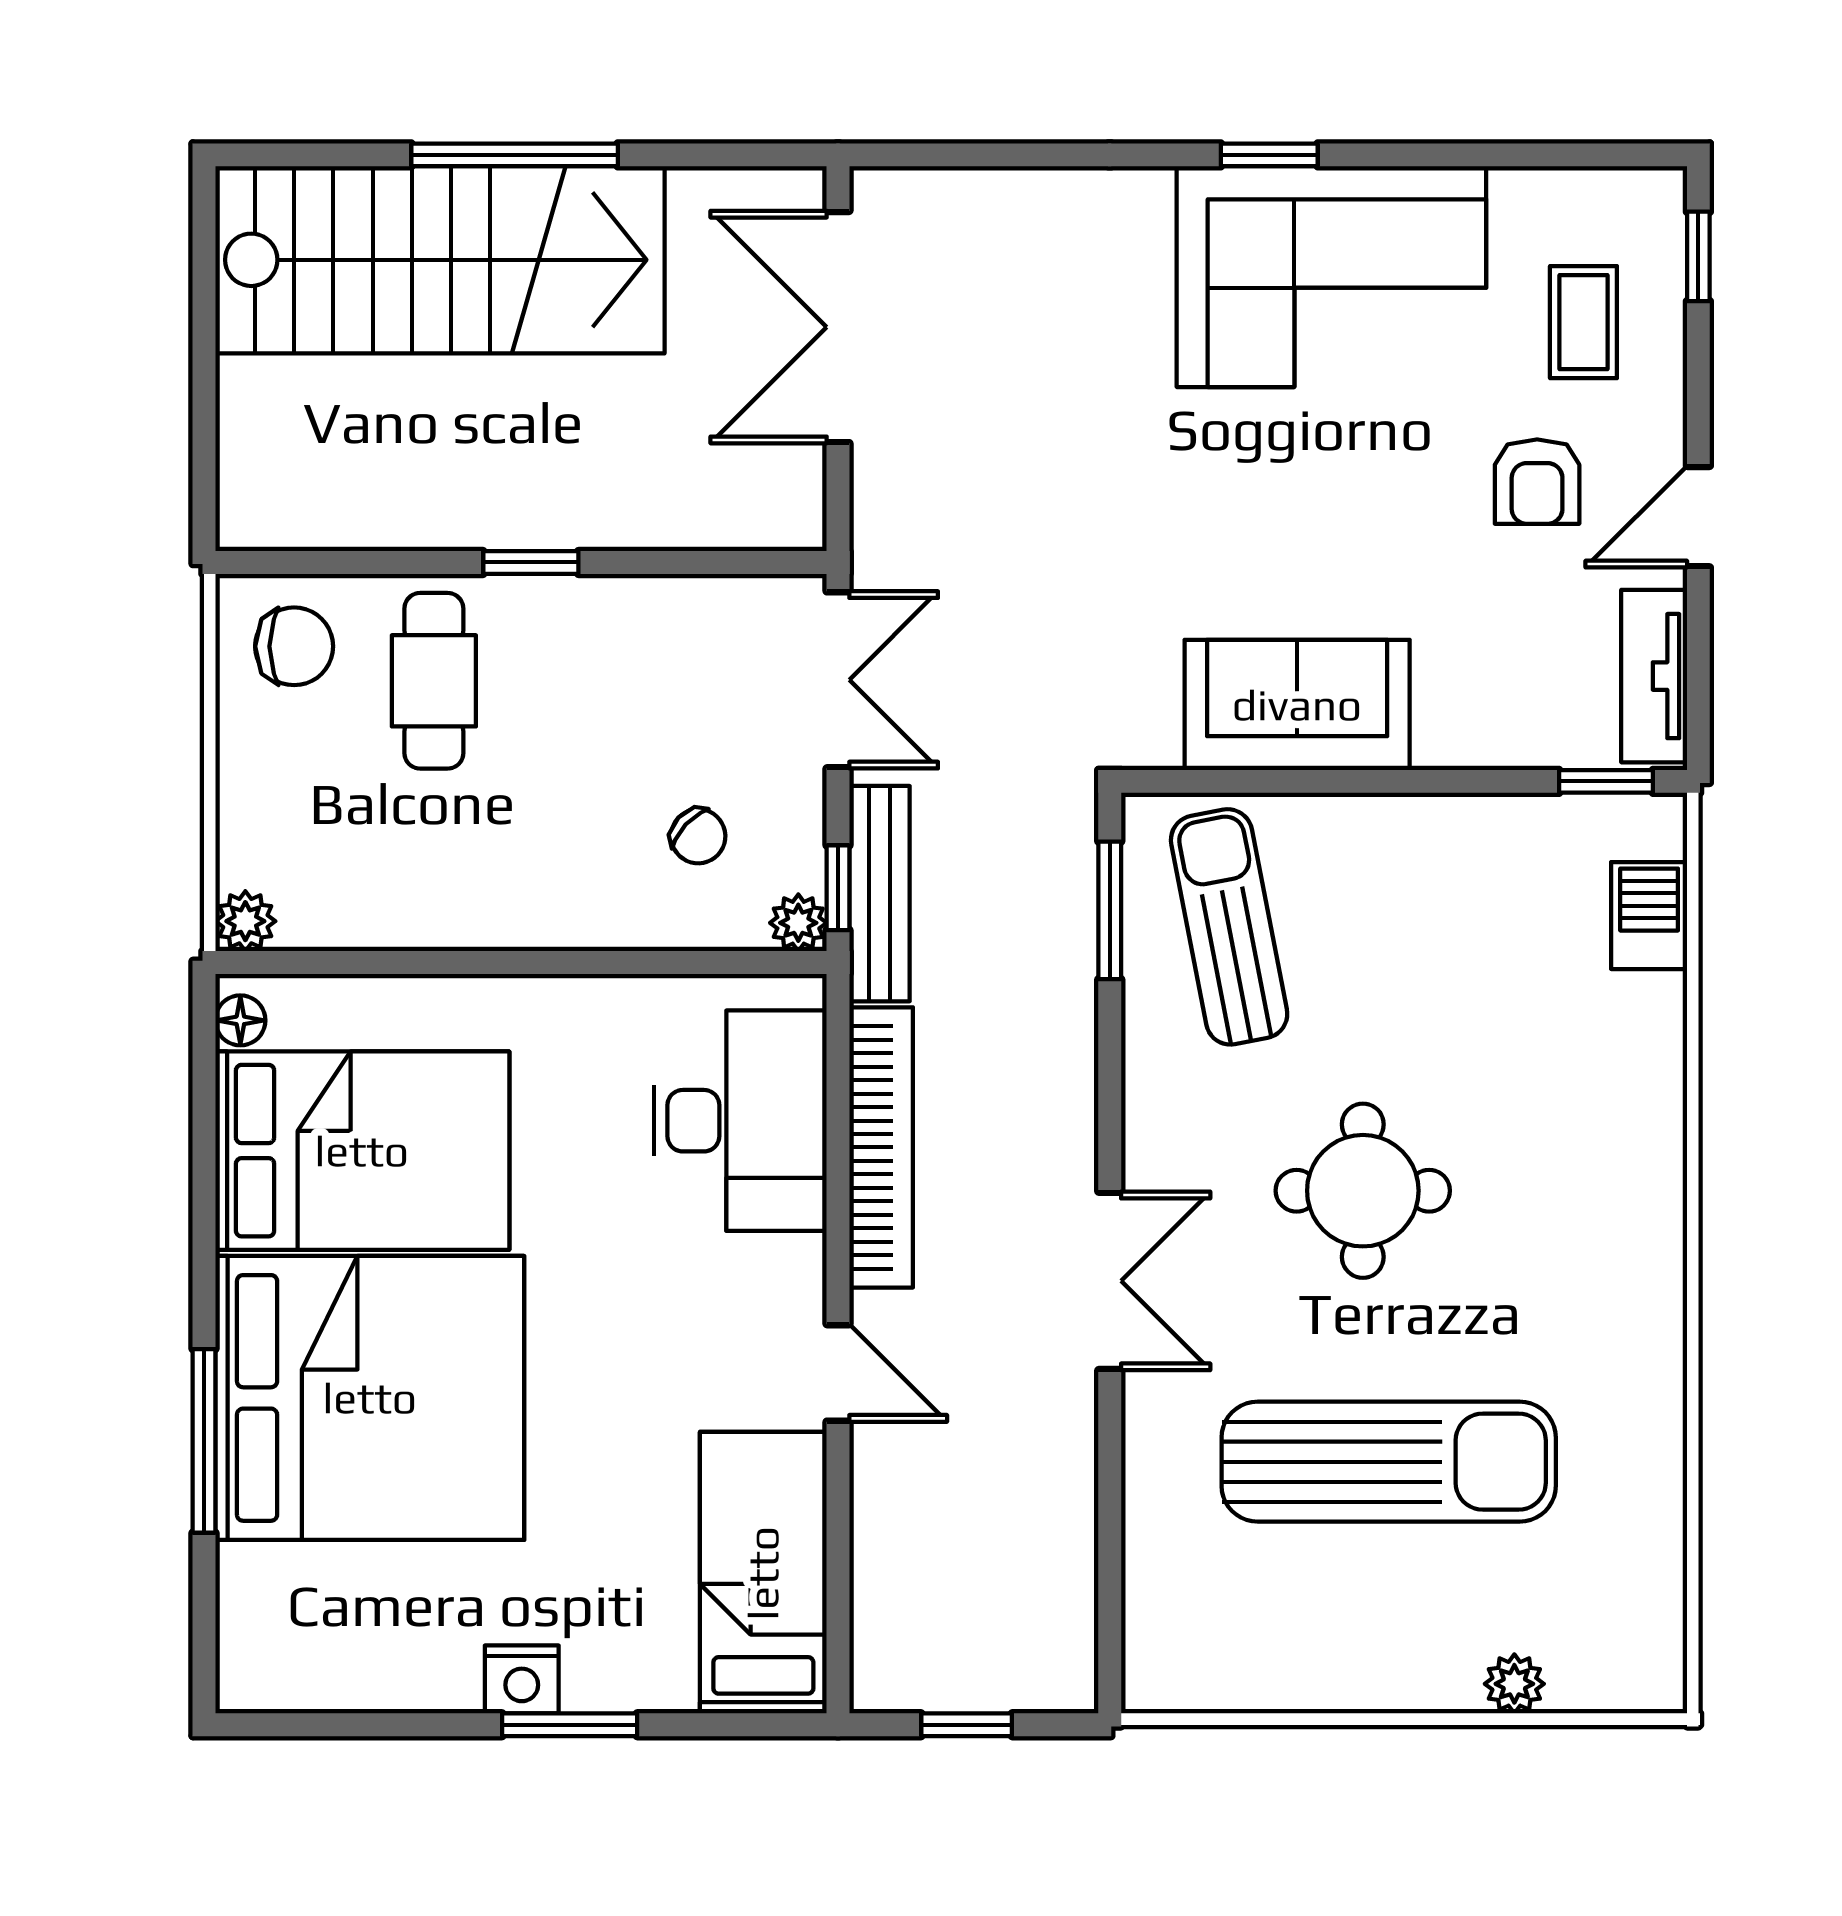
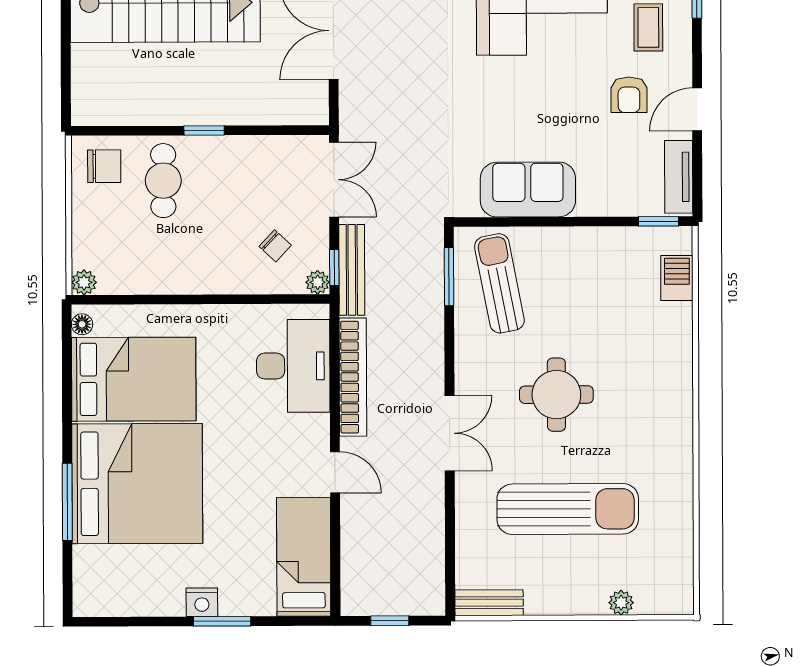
bench: (1202, 1683) -> (489, 603), added

